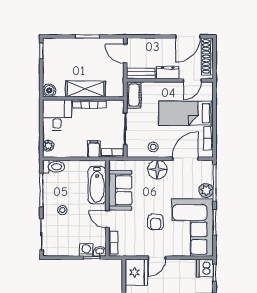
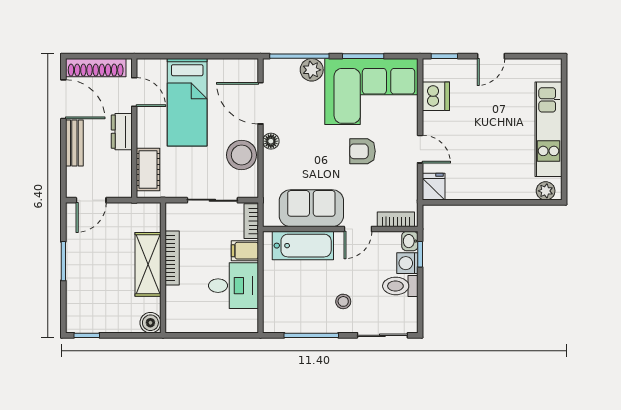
bench: (141, 74) -> (74, 143), moved
cot: (134, 95) -> (148, 170), moved, turned 90
desk: (57, 115) -> (233, 286), moved, turned 180
bookcase: (208, 138) -> (228, 66), removed
plant: (48, 146) -> (240, 324), removed
stool: (153, 147) -> (242, 155), width x1.89, depth x1.89
toilet: (54, 167) -> (400, 286), moved, turned -90
floor lamp: (157, 170) -> (271, 141), width x0.53, depth x0.53
armchair: (155, 222) -> (363, 151), turned 180
dishwasher: (205, 268) -> (436, 96), moved, turned -90
fridge: (136, 272) -> (434, 187), width x0.53, depth x0.75

